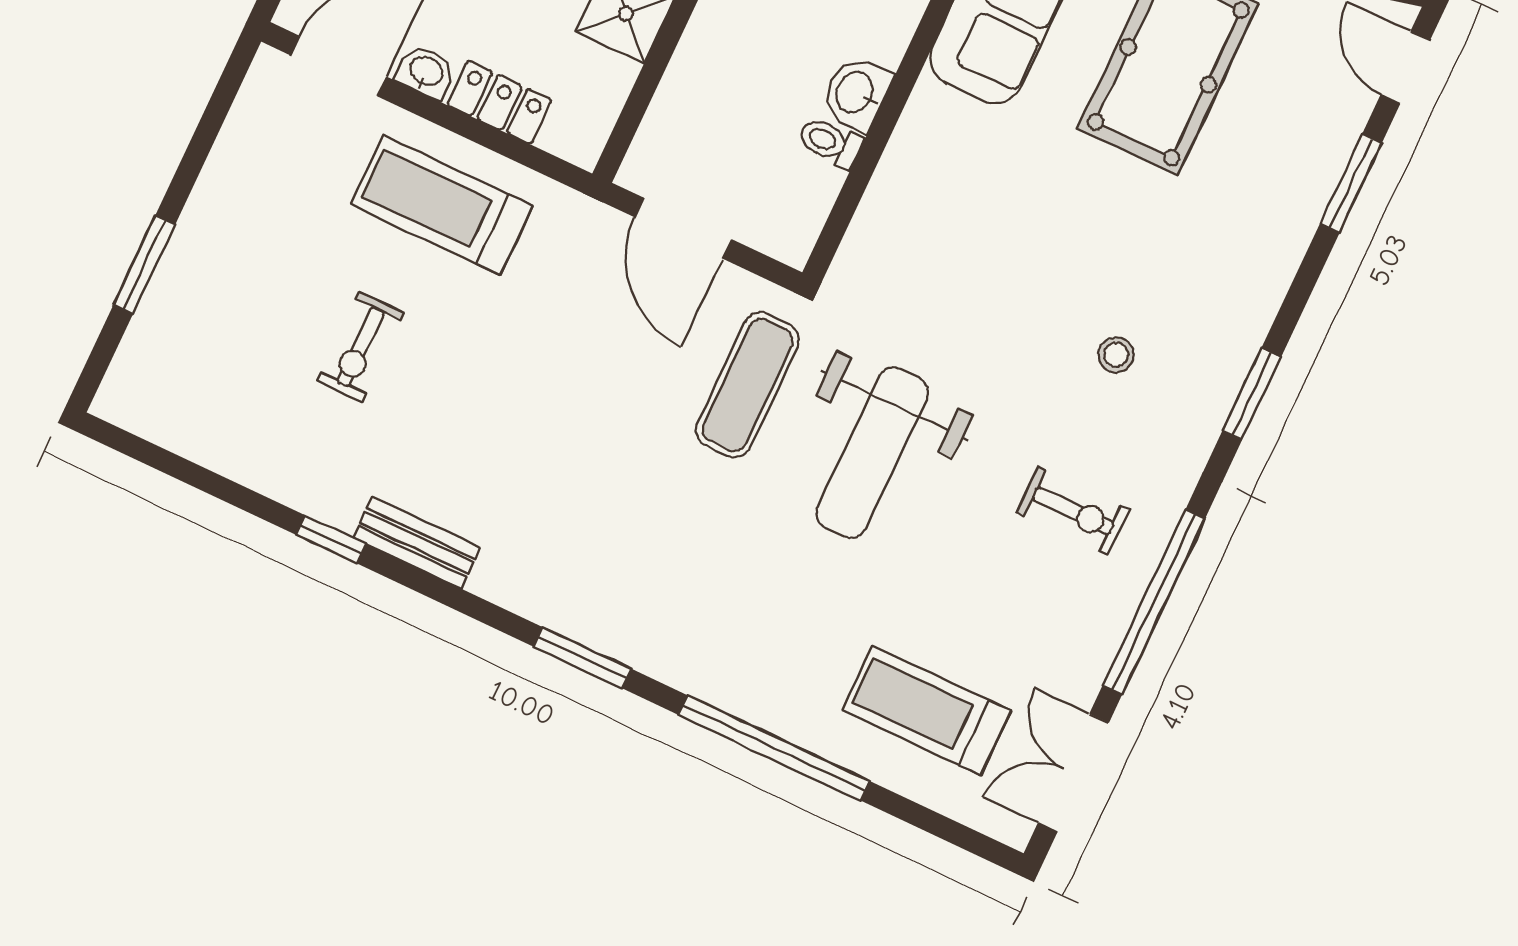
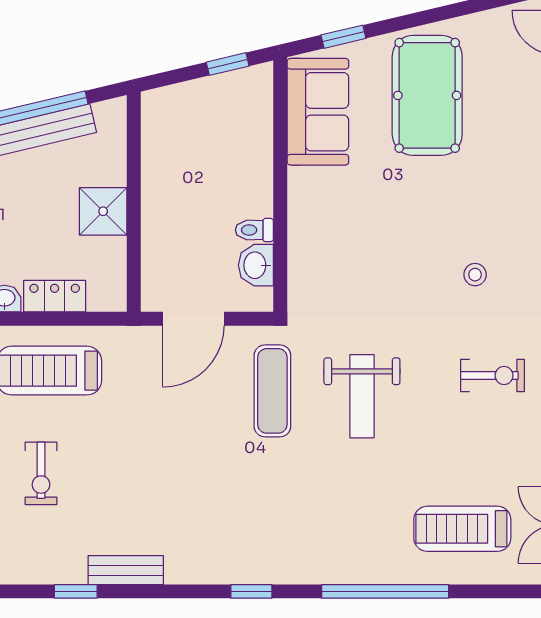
washbasin: (856, 93) -> (256, 265), moved
door: (683, 228) -> (193, 319), hinge flipped
weight bench: (872, 453) -> (362, 396), width x0.73, depth x0.75
window: (582, 658) -> (251, 591), width x0.67

